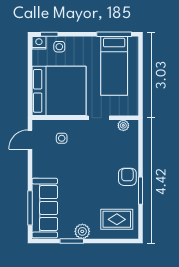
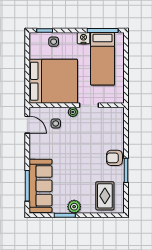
nightstand: (39, 43) -> (83, 38), moved
plant: (123, 125) -> (73, 112), moved
door: (30, 140) -> (27, 125), swing flipped
armchair: (127, 177) -> (114, 158), turned -90
rug: (117, 219) -> (105, 196), turned 90

